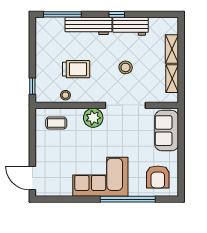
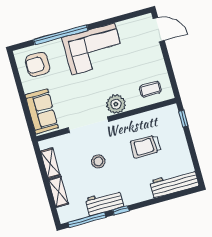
window: (62, 14) -> (87, 220), moved
workbench: (89, 26) -> (174, 184), moved
stool: (65, 95) -> (149, 119), removed
armchair: (158, 177) -> (38, 64), turned -90

